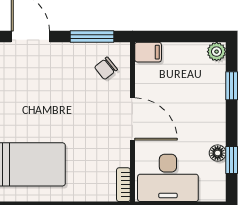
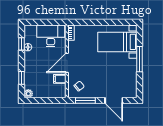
filing cabinet: (148, 52) -> (60, 79), moved
door: (133, 119) -> (67, 63), hinge flipped

